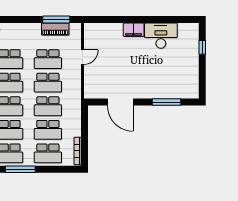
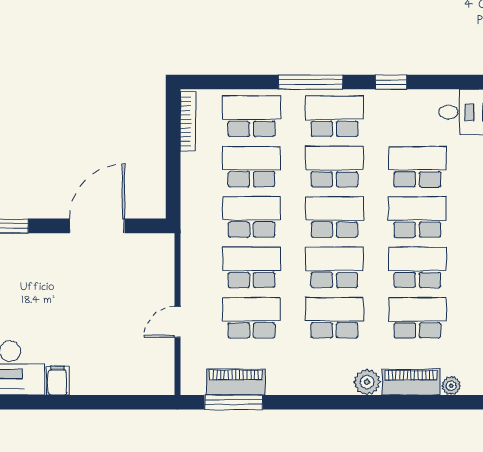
filing cabinet: (134, 30) -> (57, 381), width x0.50
door: (120, 102) -> (97, 226), hinge flipped

